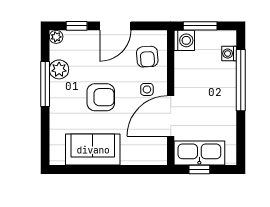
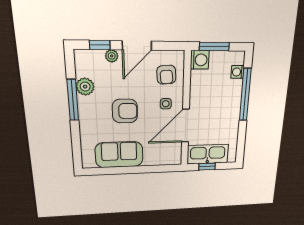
plant: (56, 37) -> (112, 56), moved

